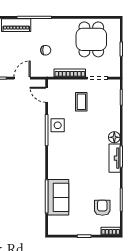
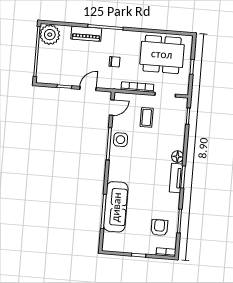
dining table: (91, 39) -> (162, 54), width x1.37
door: (47, 95) -> (112, 107), swing flipped
sofa: (58, 197) -> (116, 207), width x1.36

